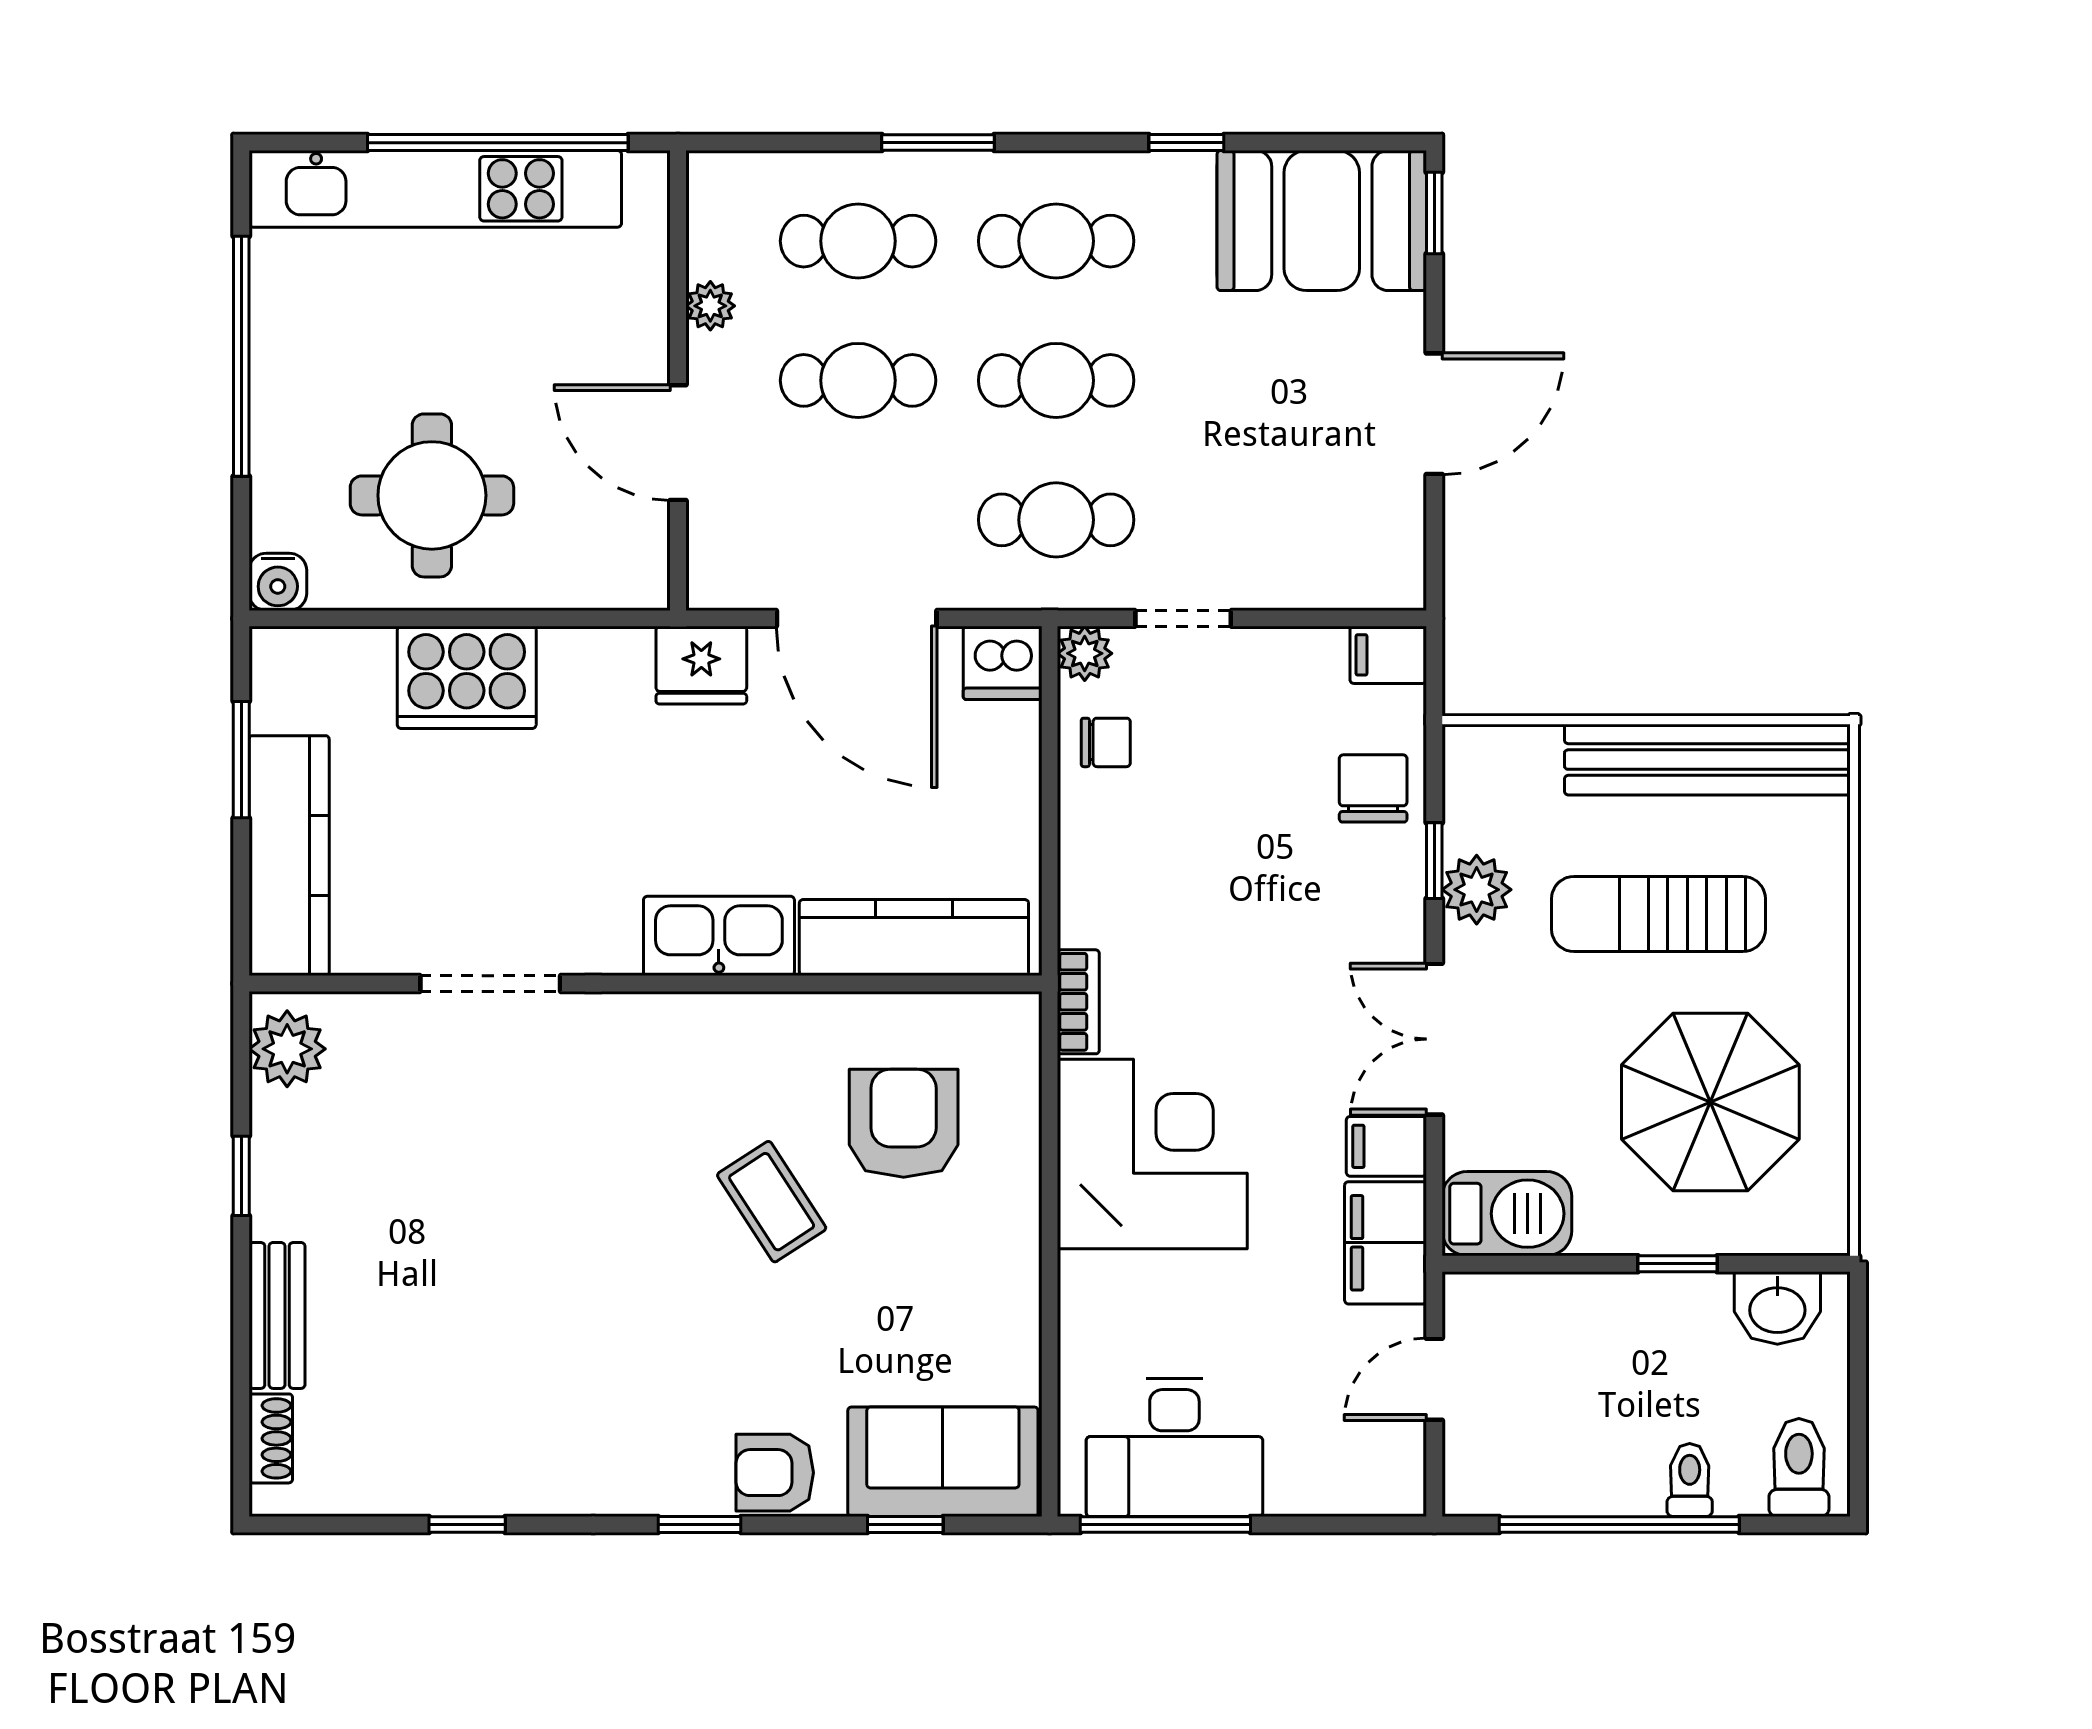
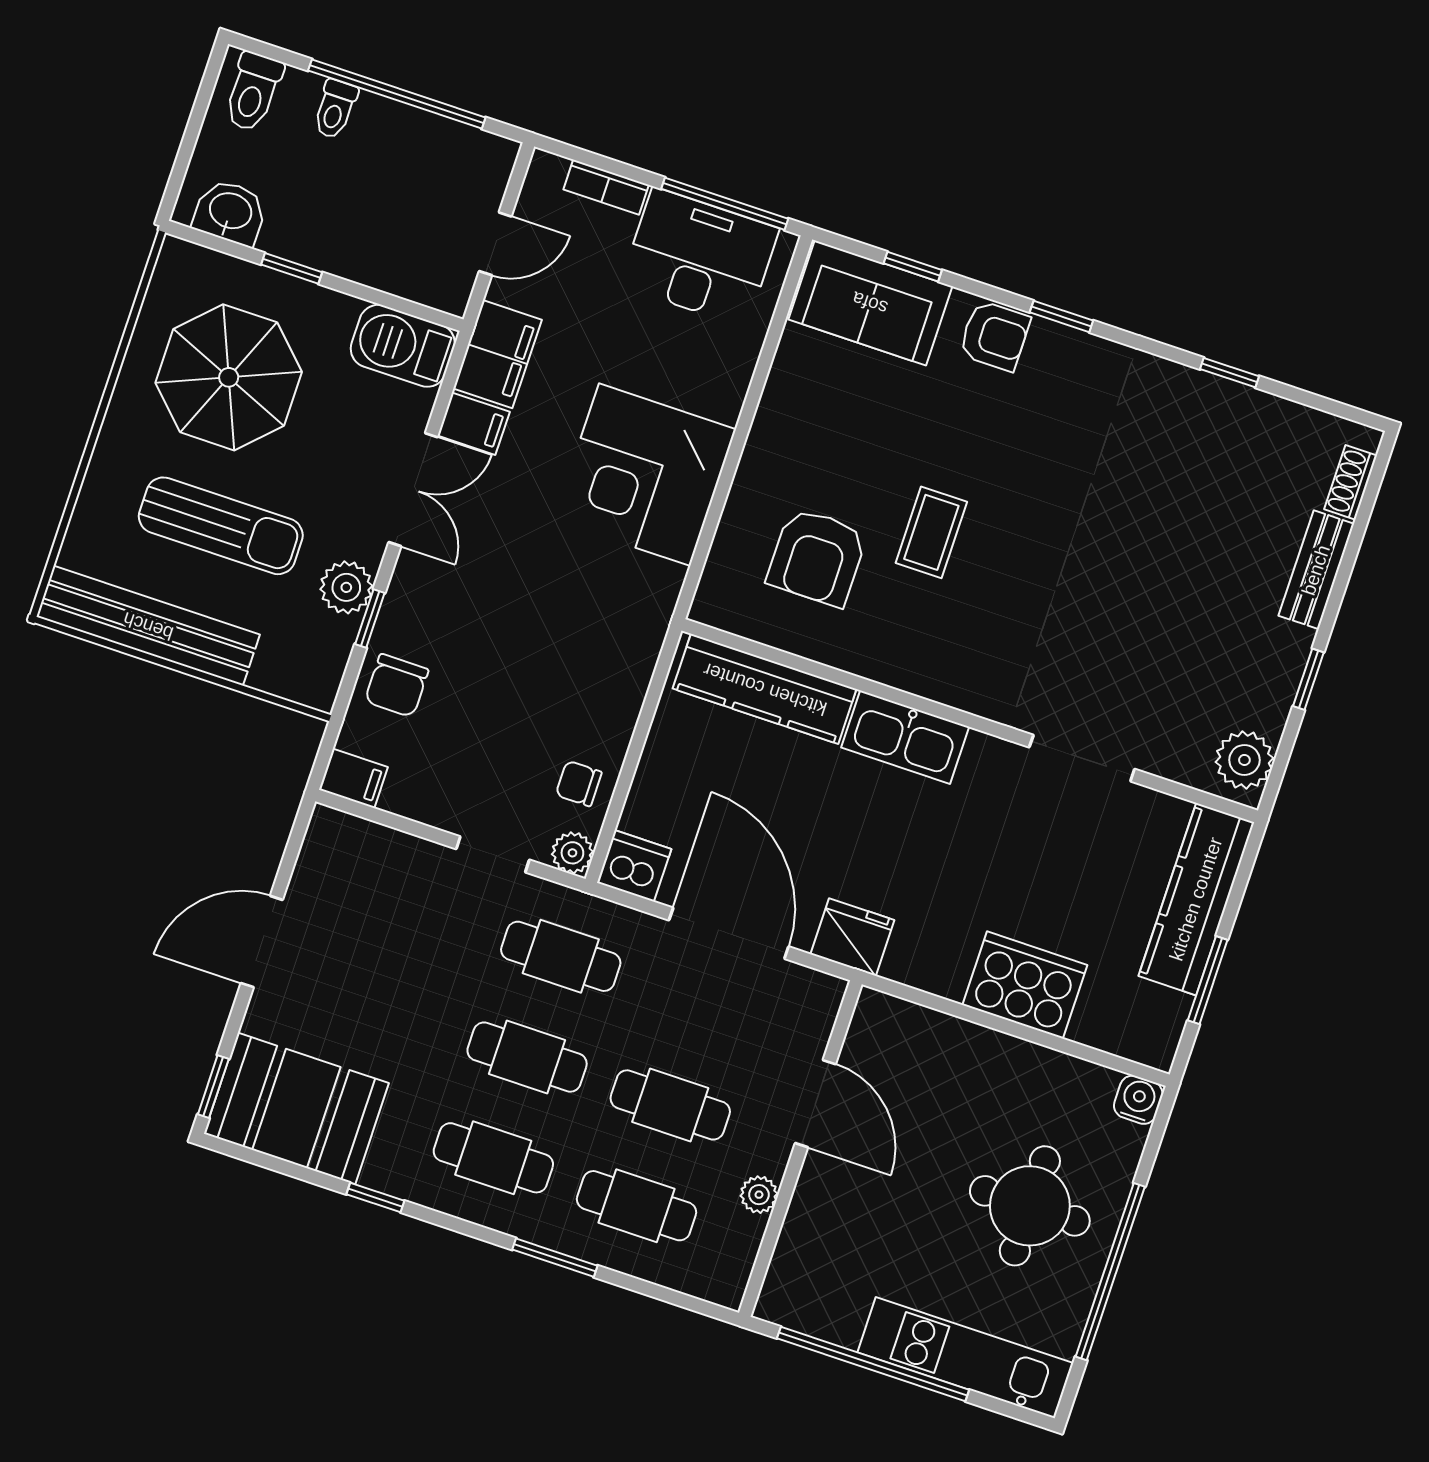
kitchen unit: (435, 189) -> (965, 1358), width x0.73
round table: (432, 495) -> (1030, 1206), moved
bookcase: (1078, 1002) -> (606, 187), moved, turned -90
coffee table: (772, 1202) -> (931, 532), turned 33

